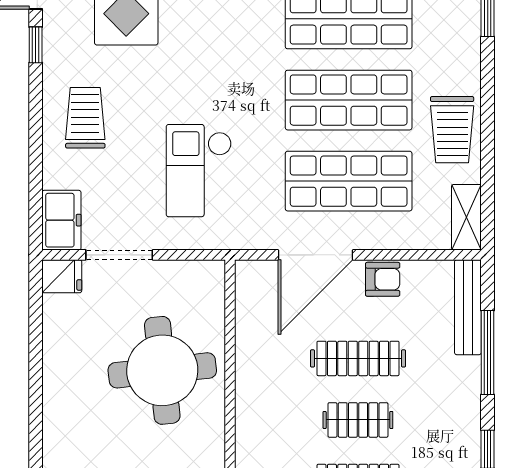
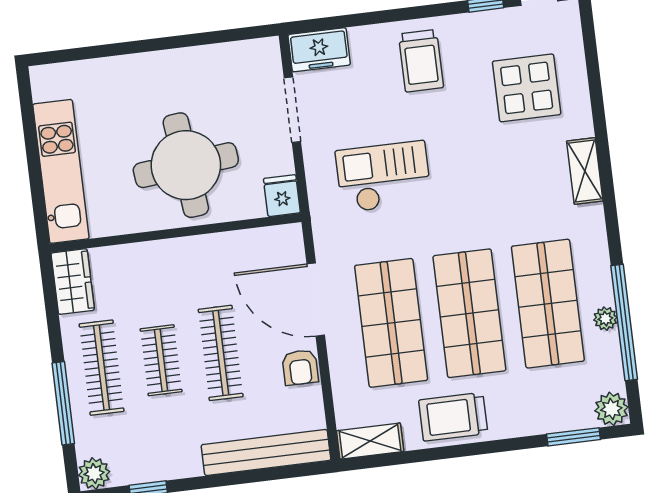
trolley: (85, 118) -> (421, 61), turned 90
fridge: (62, 276) -> (282, 196), moved, turned 180
bench: (468, 307) -> (266, 452), width x1.37, depth x1.21
window: (488, 352) -> (242, 478), removed

